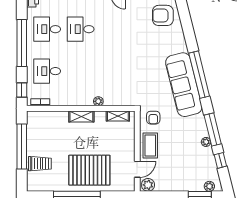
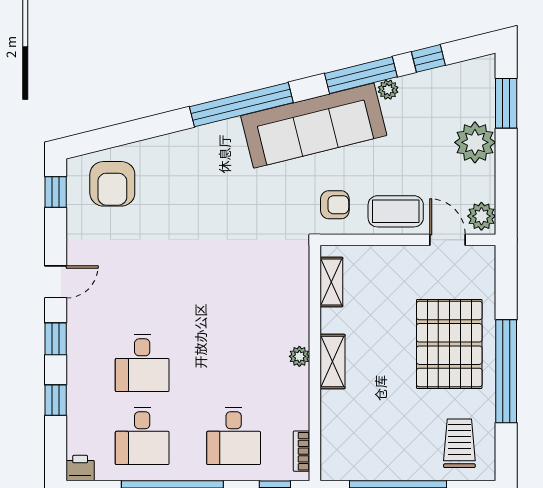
sofa: (184, 85) -> (314, 126), moved
plant: (98, 101) -> (299, 356), moved
trolley: (40, 164) -> (459, 443), moved
plant: (209, 186) -> (475, 142), moved, width x1.88, depth x1.88

